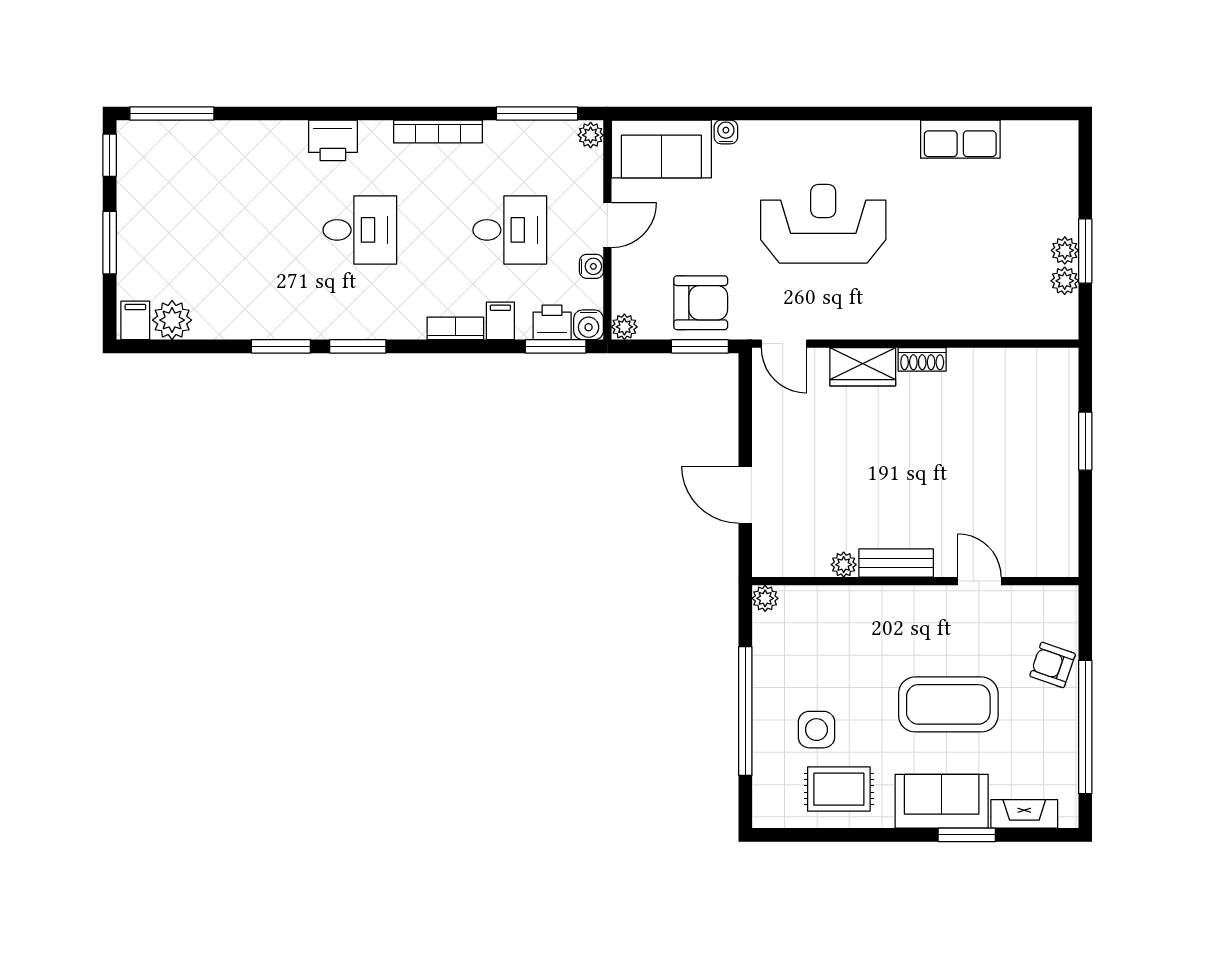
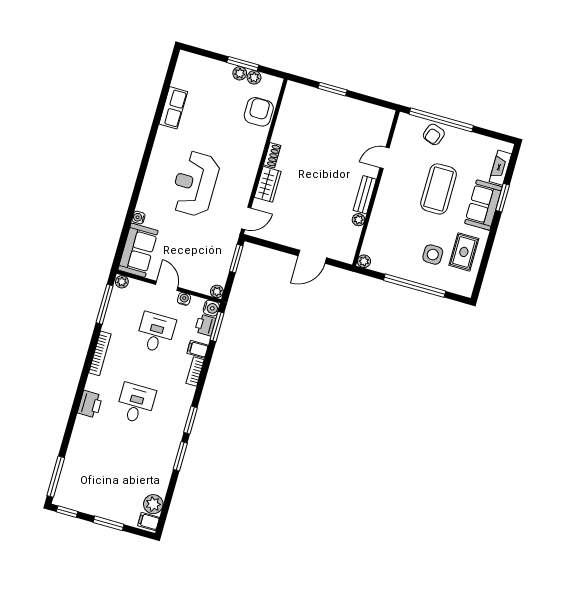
armchair: (701, 303) -> (259, 112), moved
window: (1085, 727) -> (441, 120), moved

